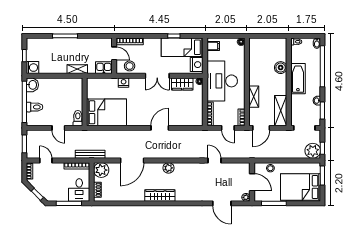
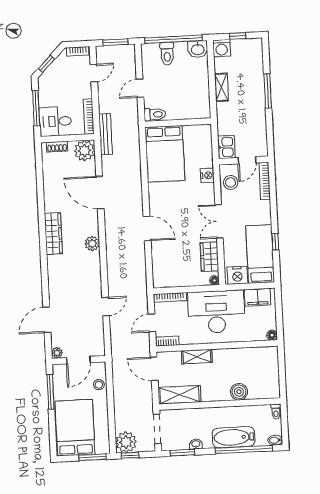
filing cabinet: (213, 46) -> (258, 297), width x2.00
shelving: (77, 69) -> (221, 87), moved
bathtub: (298, 79) -> (234, 437), moved, turned 180

